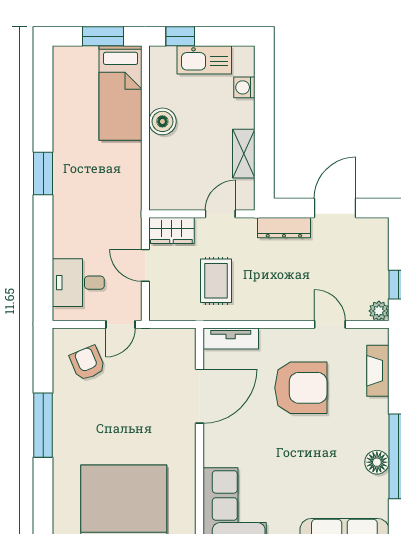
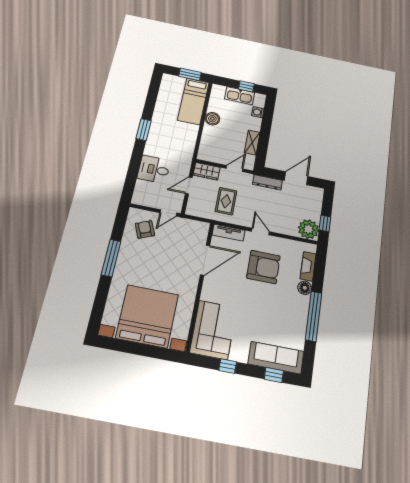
window: (180, 36) -> (246, 86), moved
door: (145, 265) -> (189, 186), hinge flipped
desk: (78, 283) -> (154, 169), moved
plant: (379, 311) -> (309, 229), width x1.87, depth x1.87
door: (330, 324) -> (260, 231), moved
floor lamp: (377, 462) -> (305, 288), moved

